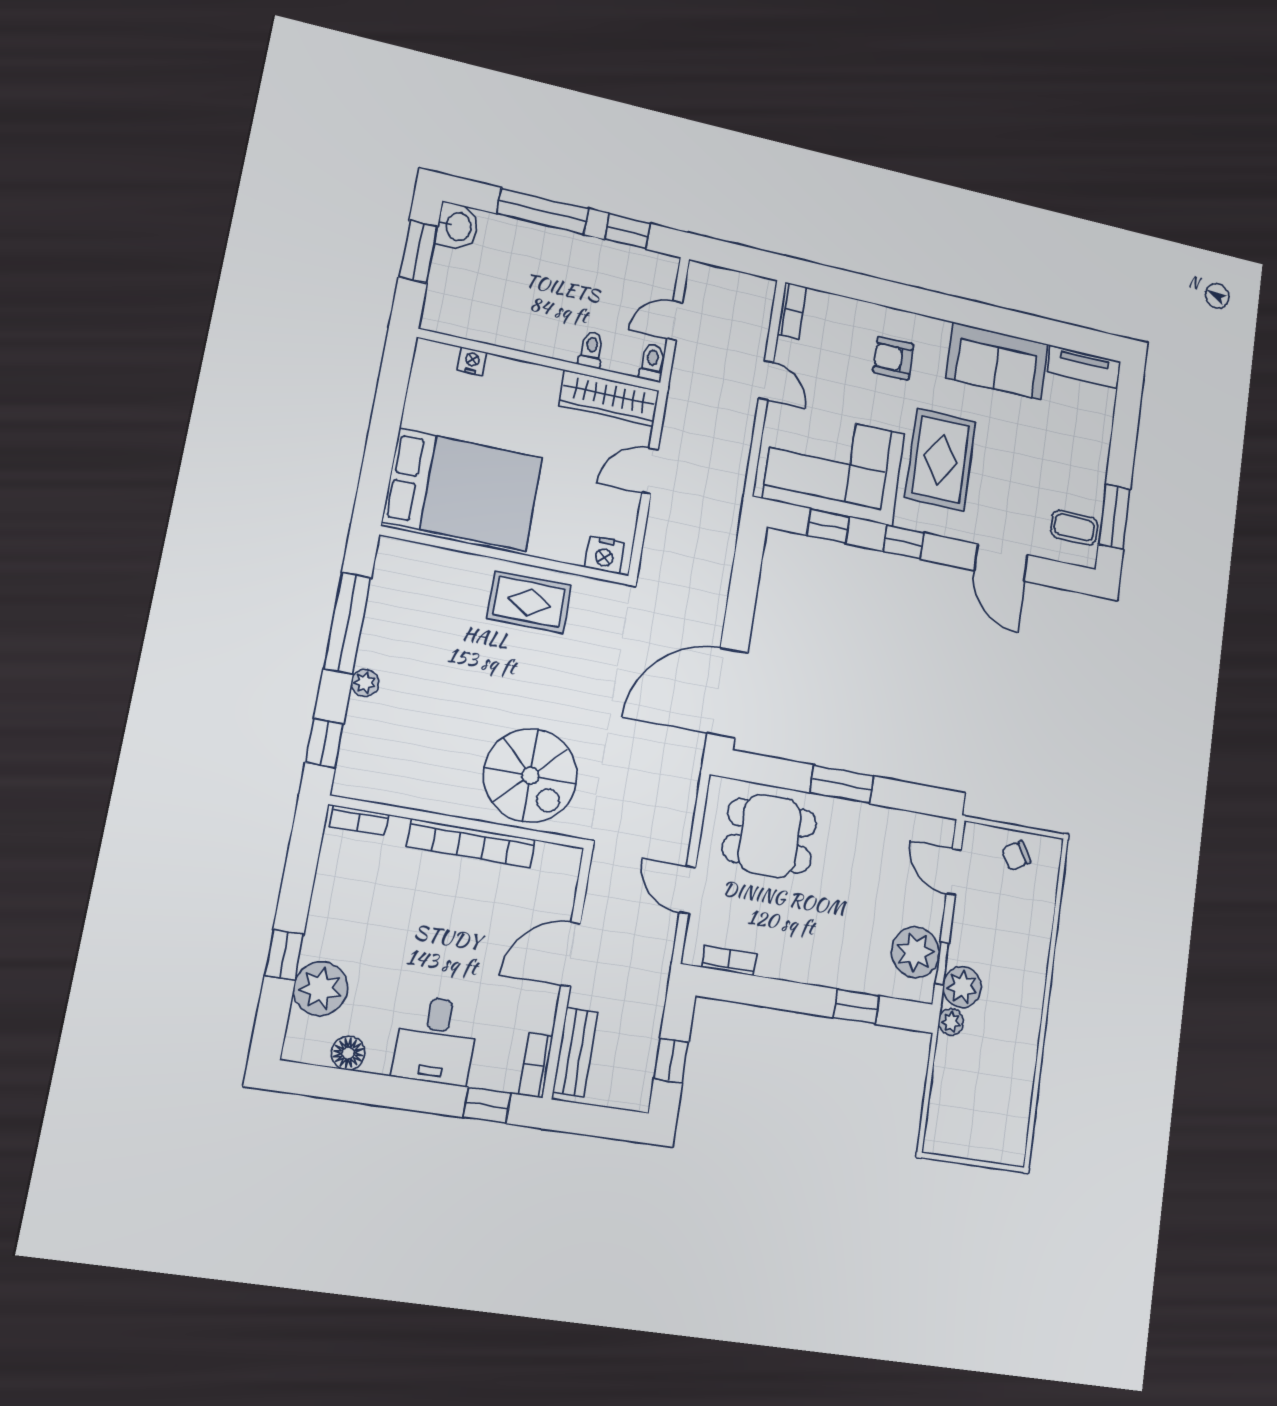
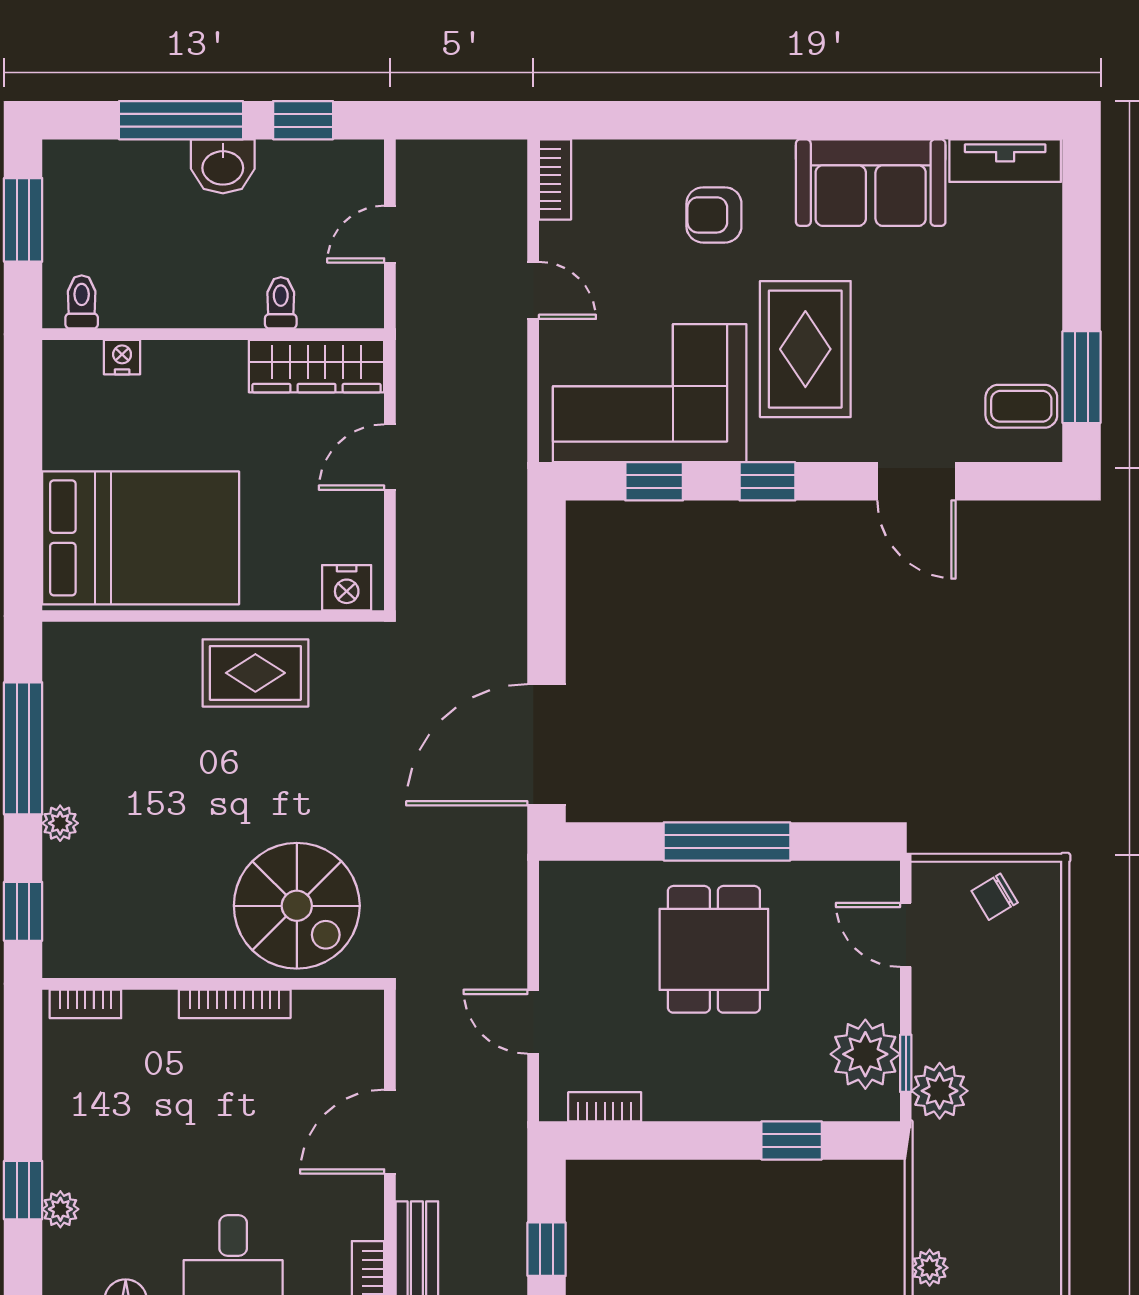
washbasin: (457, 226) -> (223, 166), moved, turned 90
toilet: (652, 363) -> (82, 302), moved
window: (842, 784) -> (727, 841), width x1.44
dining table: (770, 836) -> (714, 949), moved, turned 90
bookcase: (471, 843) -> (235, 1004), width x0.68, depth x0.76
plant: (321, 989) -> (60, 1209), width x0.53, depth x0.53
plant: (951, 1022) -> (930, 1268), moved

